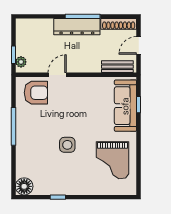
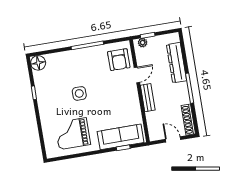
dresser: (77, 27) -> (177, 63), moved
bench: (117, 67) -> (148, 98), moved
door: (57, 75) -> (137, 75), hinge flipped

